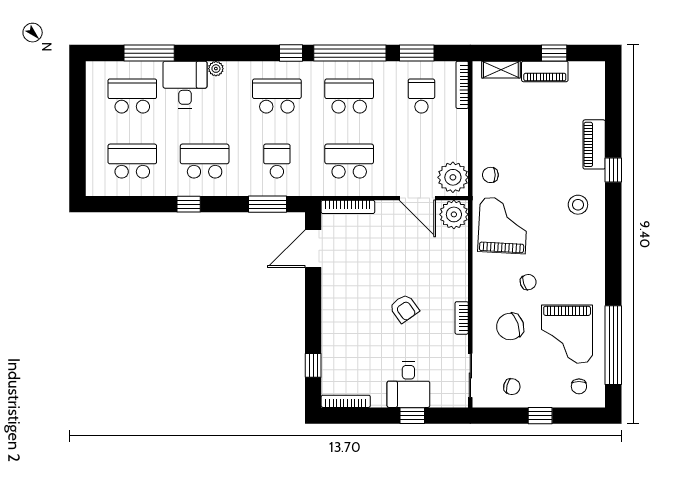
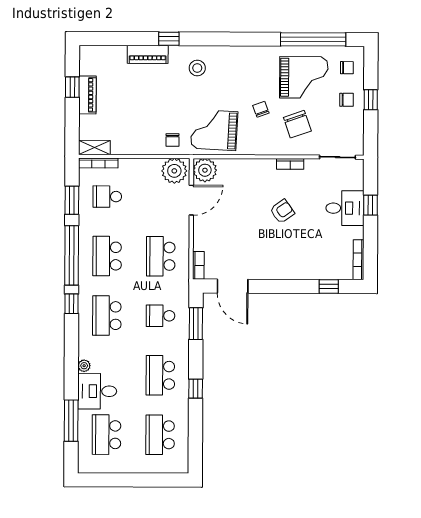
shelving: (501, 70) -> (94, 148), moved, turned 90
bookcase: (348, 207) -> (198, 265), width x0.64
chair: (512, 387) -> (347, 100), moved, turned 76

